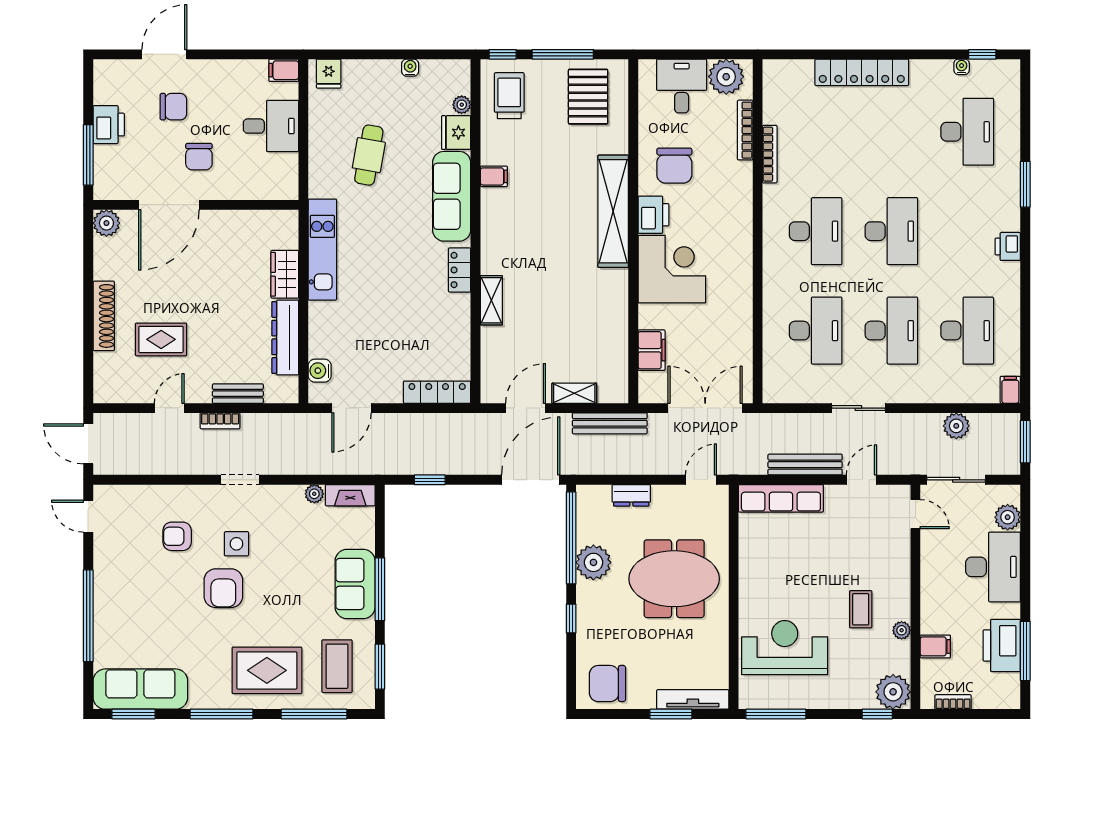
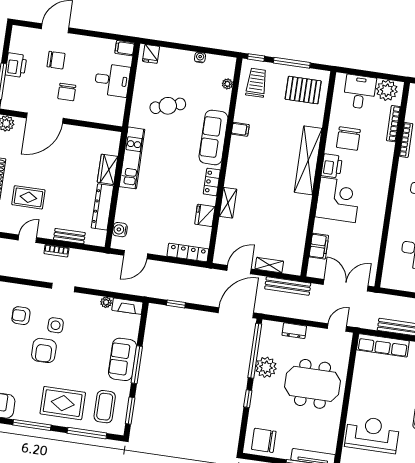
pallet: (588, 97) -> (303, 90), turned 90
fridge: (456, 133) -> (205, 215), moved
cafe table: (369, 155) -> (168, 106), turned 63

